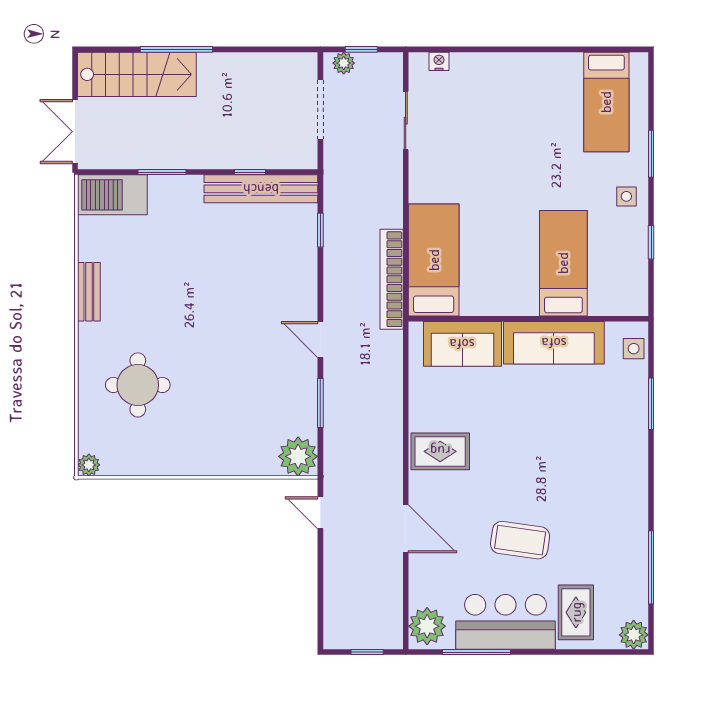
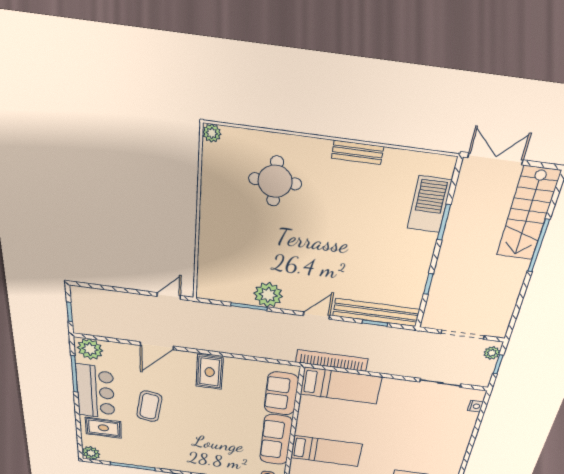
bench: (261, 189) -> (376, 313), moved, turned 90
barbecue: (112, 195) -> (429, 204), moved
door: (320, 340) -> (316, 315), moved
plant: (298, 456) -> (268, 295), moved

